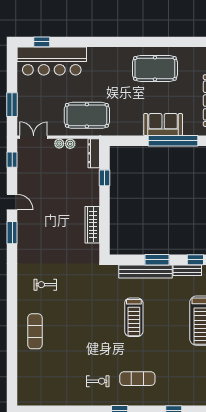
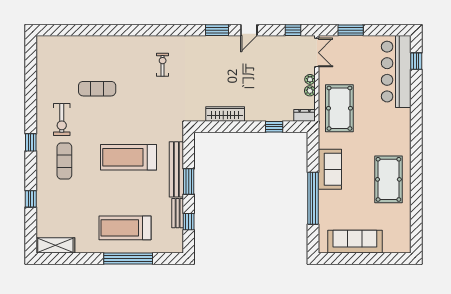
sofa: (163, 125) -> (330, 169), moved
dresser: (94, 153) -> (304, 115), width x0.70
treadmill: (134, 317) -> (129, 157), width x1.37, depth x1.38
exercise mat: (35, 331) -> (97, 89), moved
exercise bike: (98, 381) -> (62, 120), width x1.38, depth x1.39

